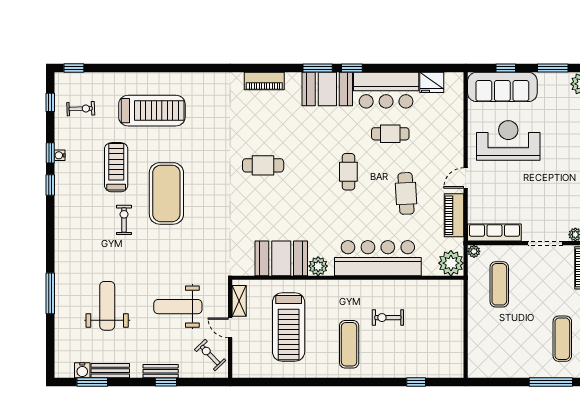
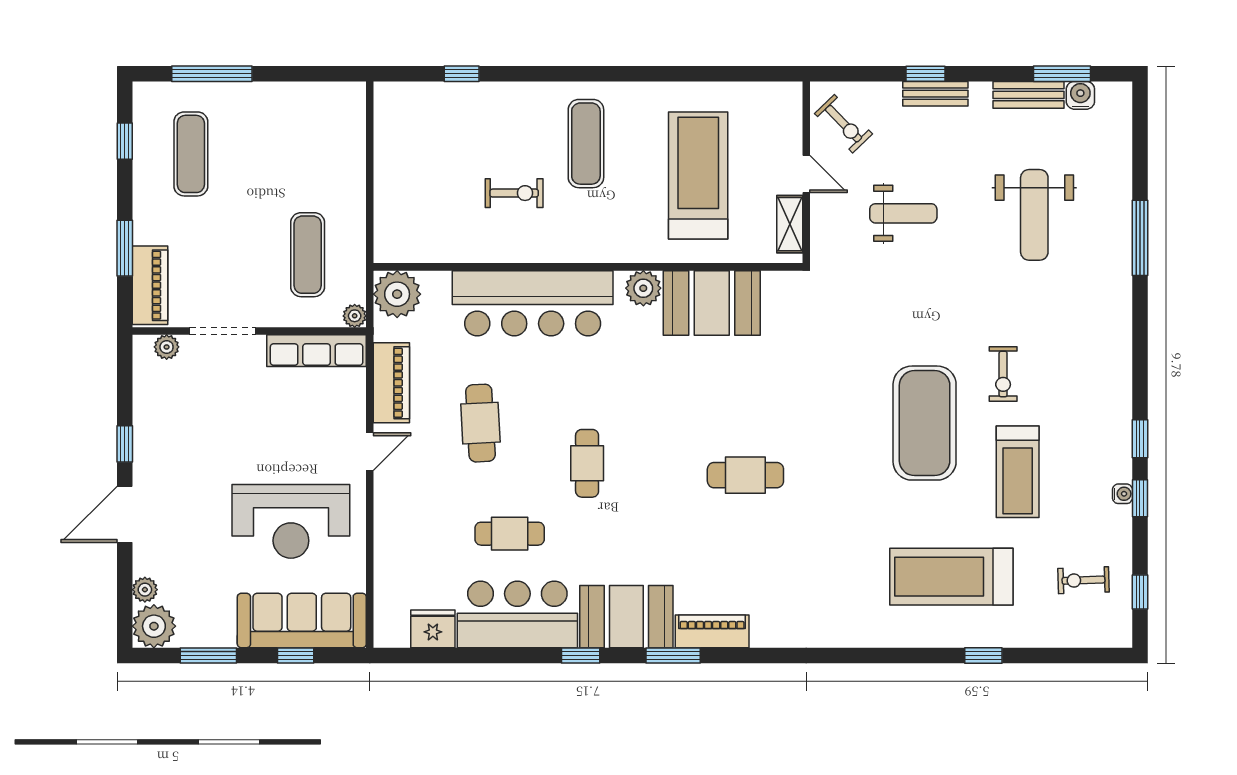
window: (74, 68) -> (983, 655), moved
window: (318, 68) -> (673, 655), moved
piano: (264, 81) -> (712, 631), moved
weight bench: (178, 307) -> (903, 213), width x0.73, depth x0.75

